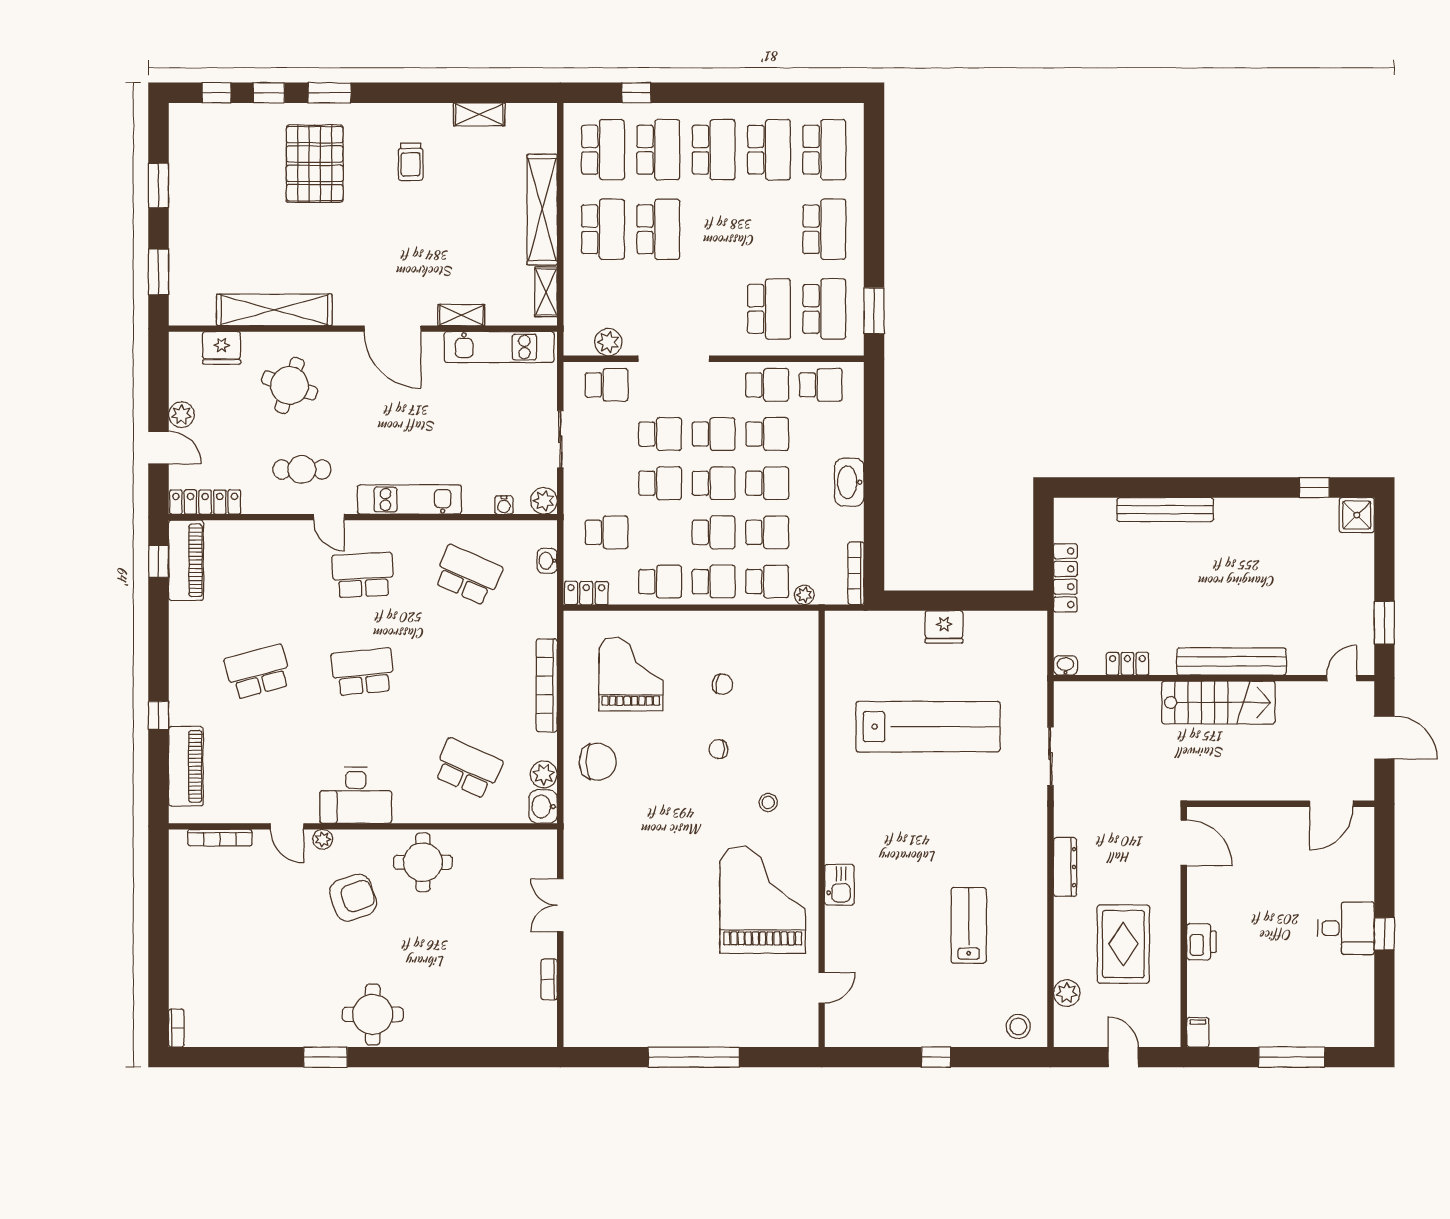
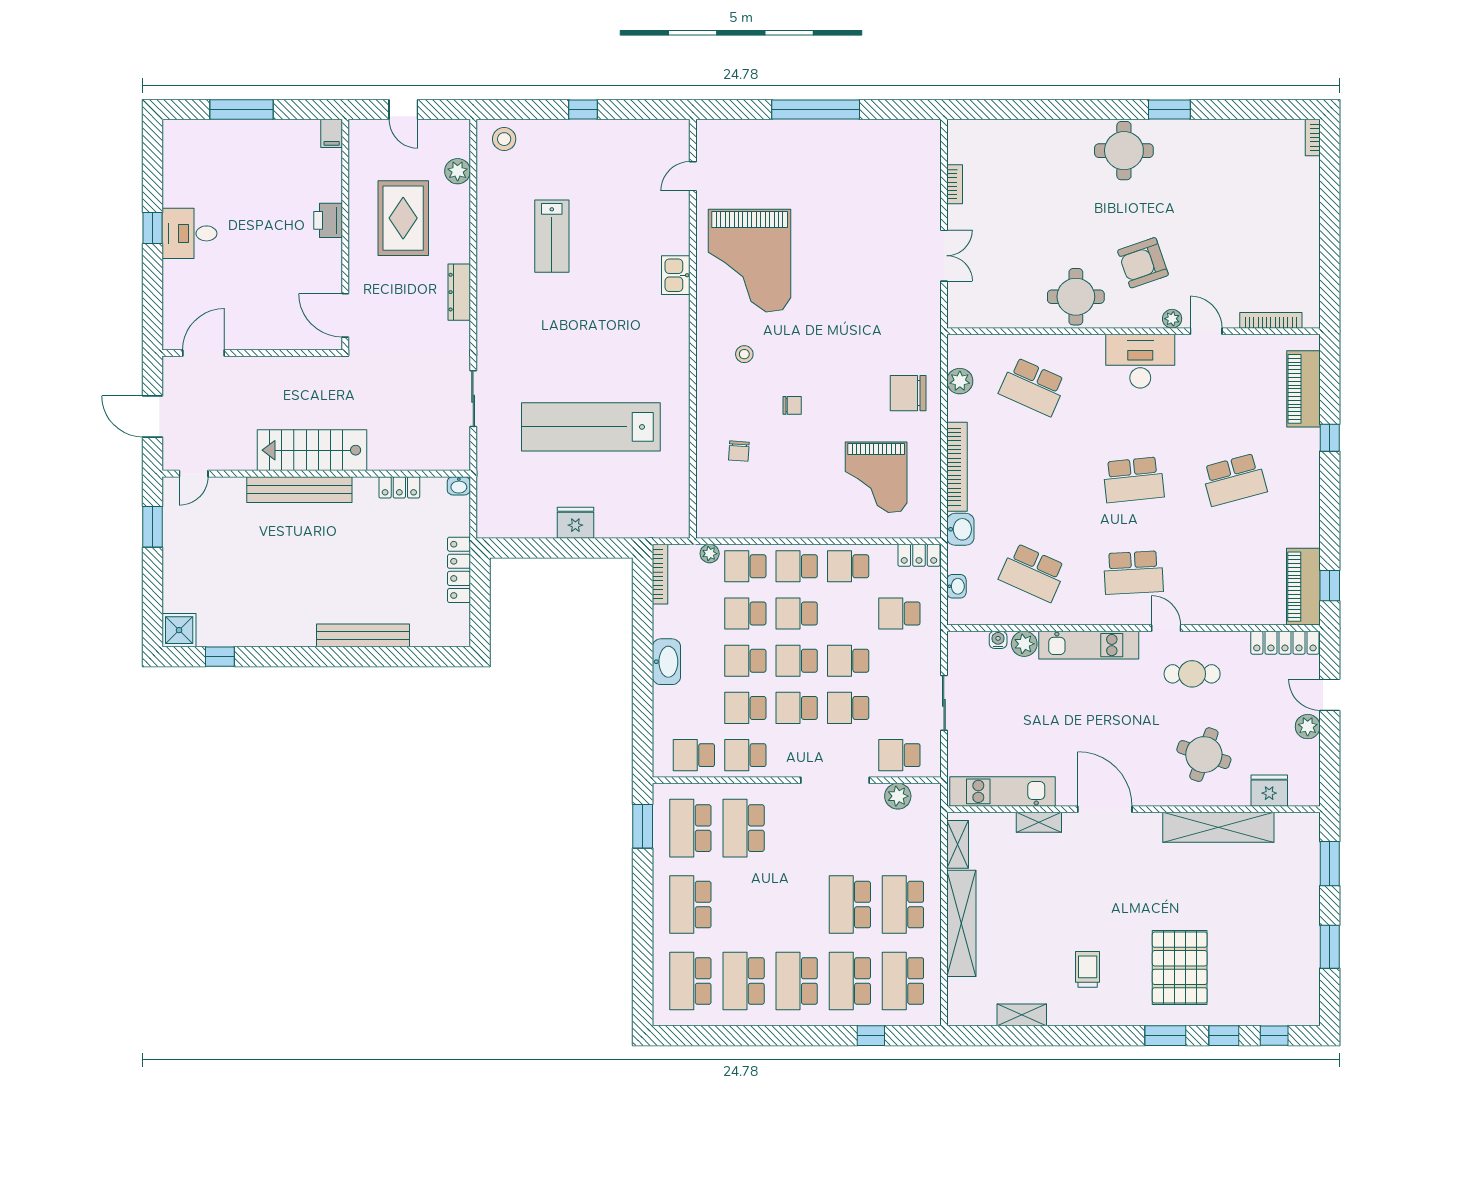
plant: (544, 501) -> (1024, 644), moved
chair: (722, 684) -> (739, 451), moved, turned -97
washbasin: (543, 807) -> (960, 529), moved

